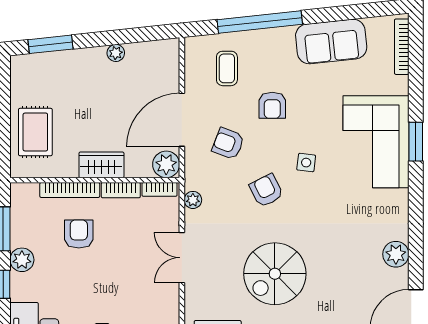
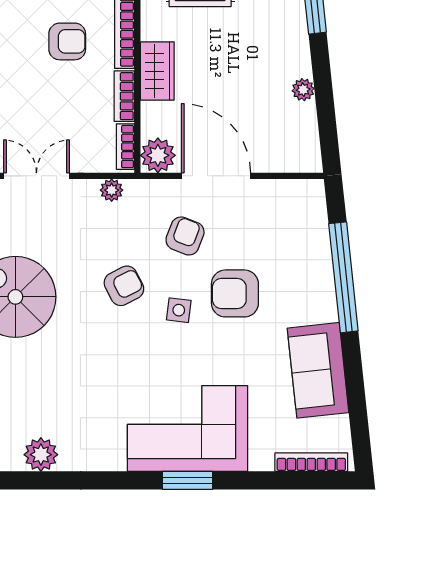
coffee table: (227, 68) -> (283, 234), removed
armchair: (272, 105) -> (235, 293), width x1.38, depth x1.38
side table: (306, 163) -> (179, 310), moved

